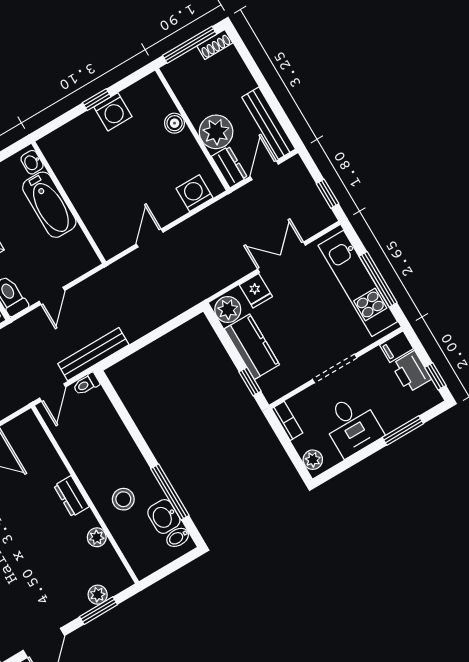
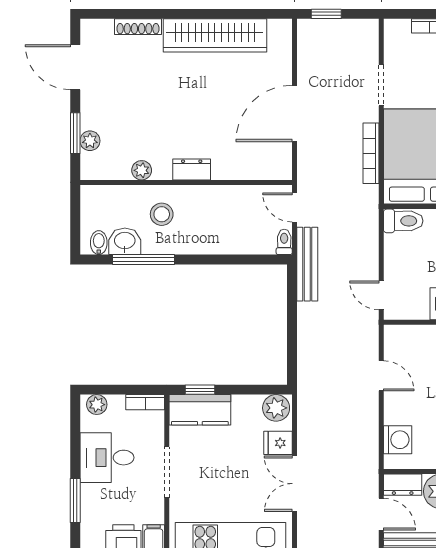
double door: (282, 257) -> (294, 484), swing flipped
door: (52, 296) -> (381, 295), moved
kitchen counter: (252, 347) -> (200, 410), moved

